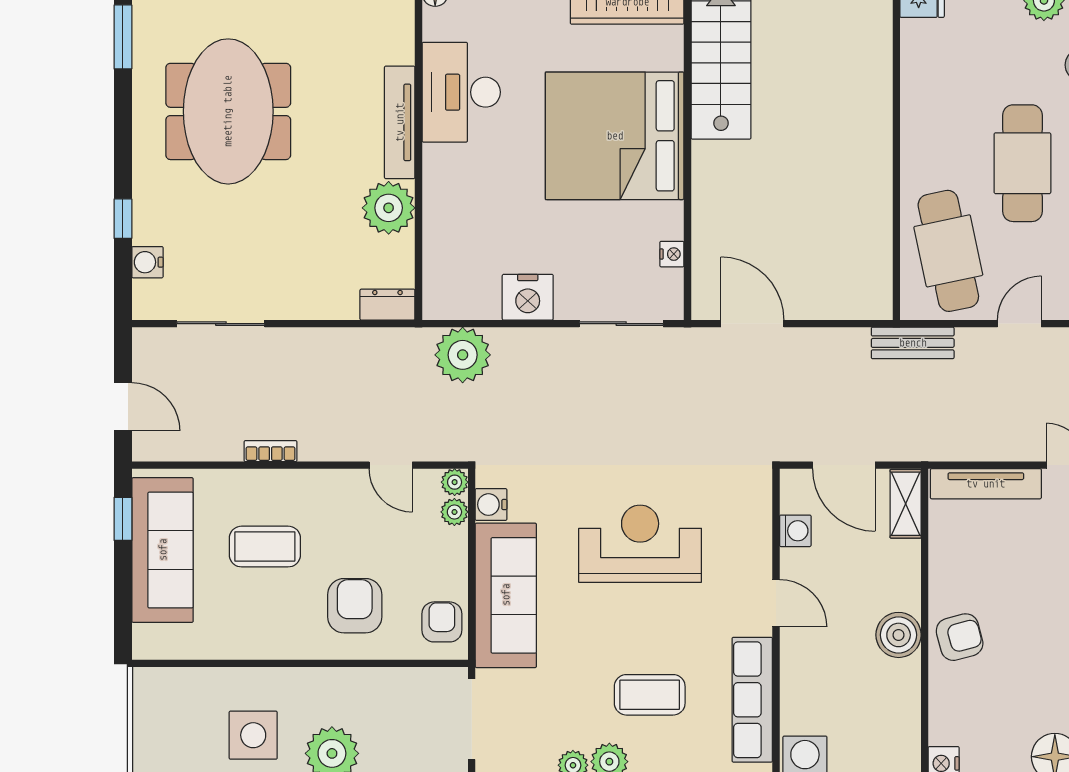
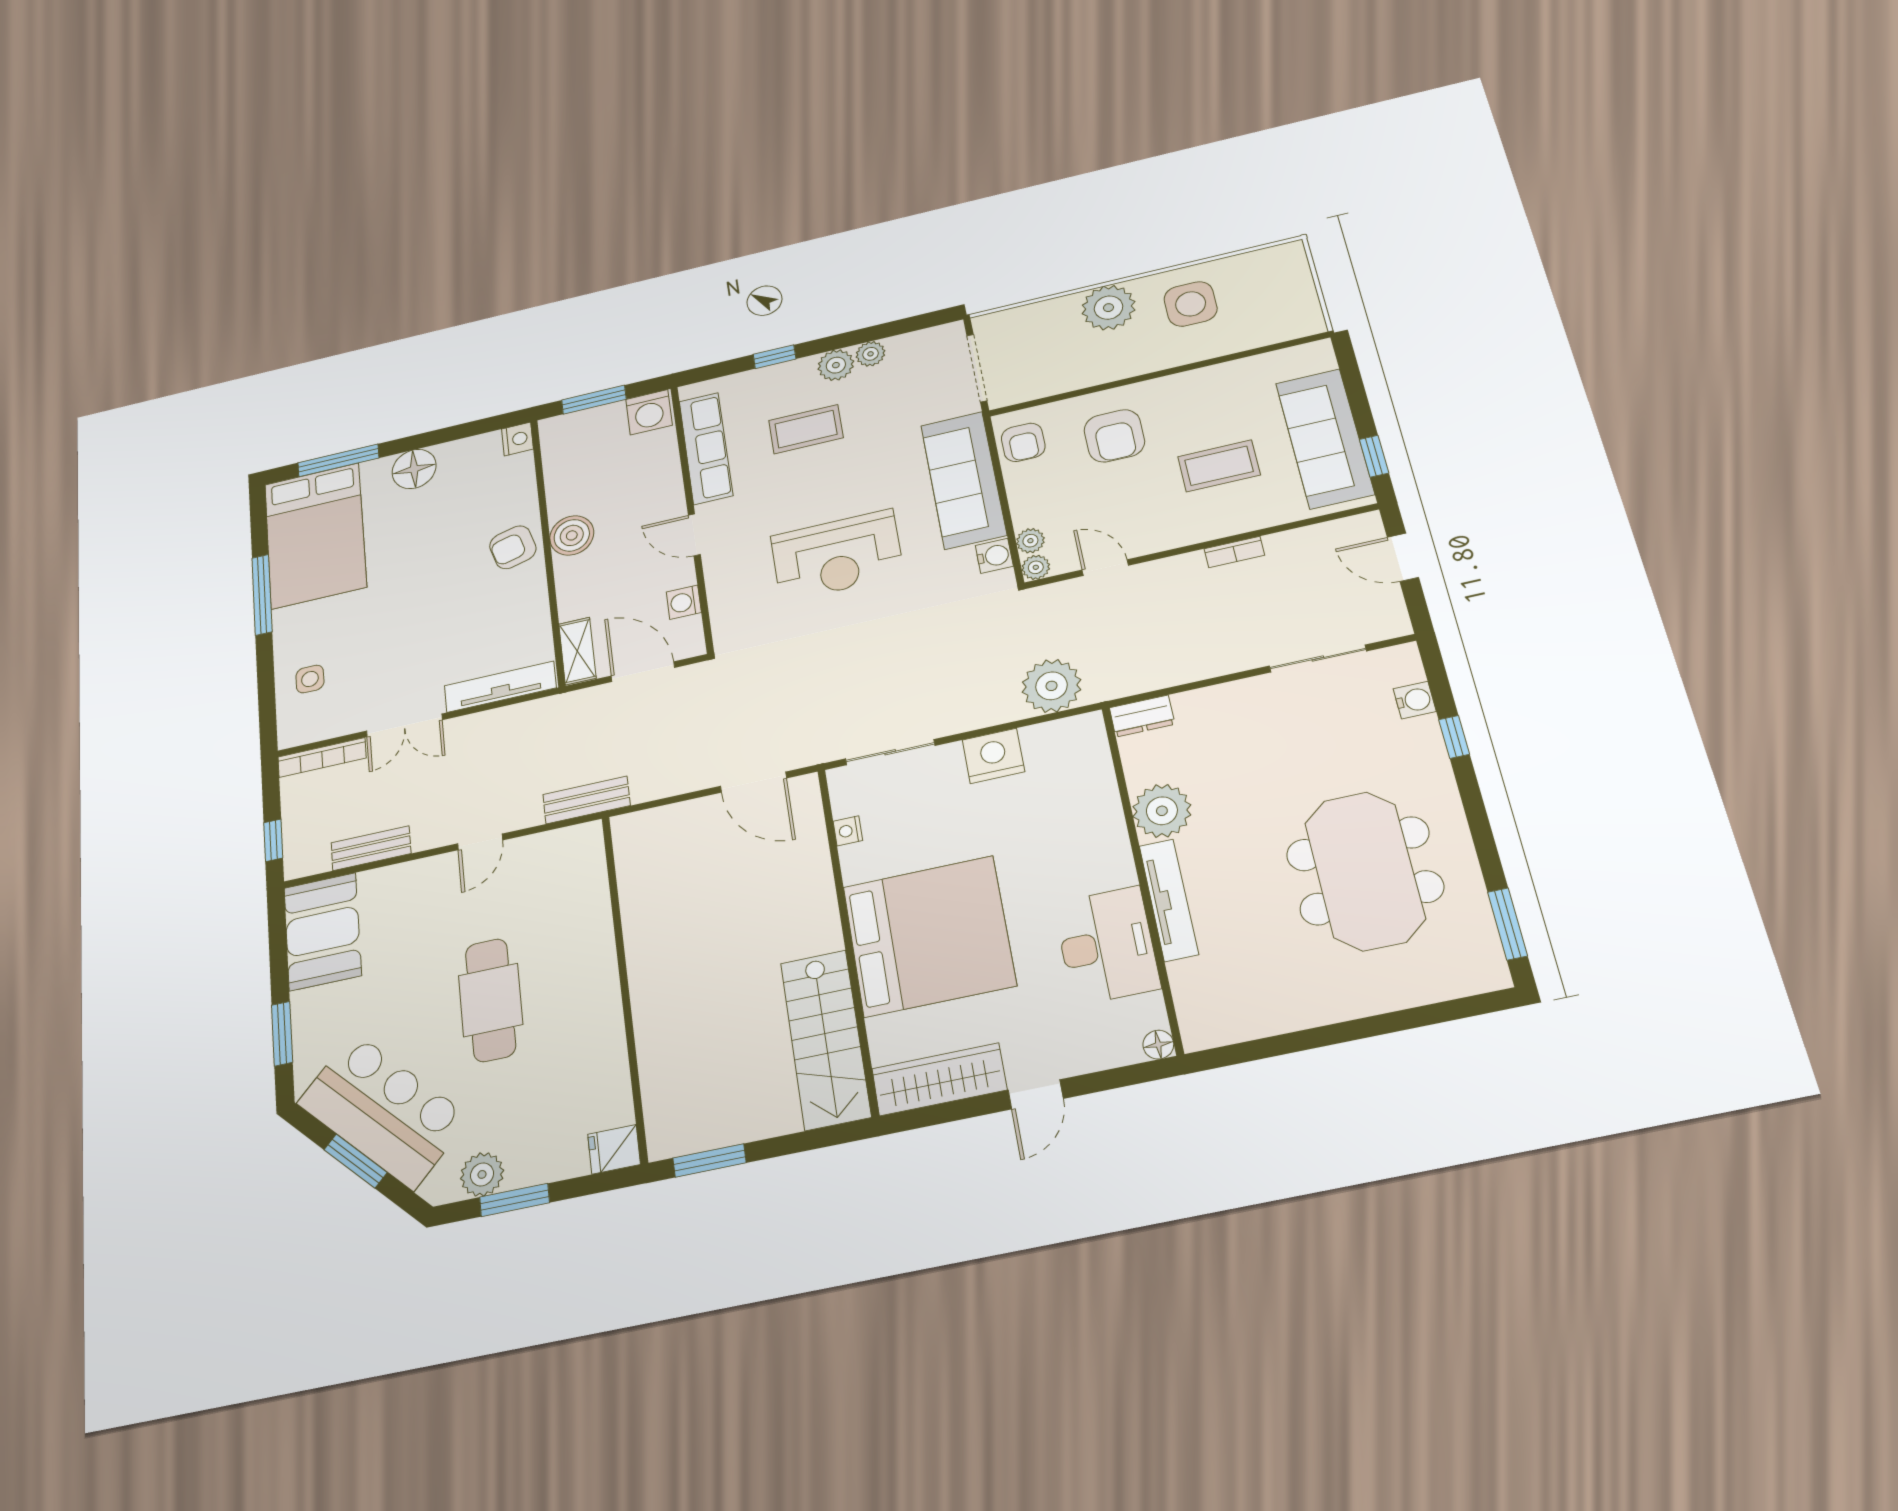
cafe table: (948, 251) -> (559, 896), removed

